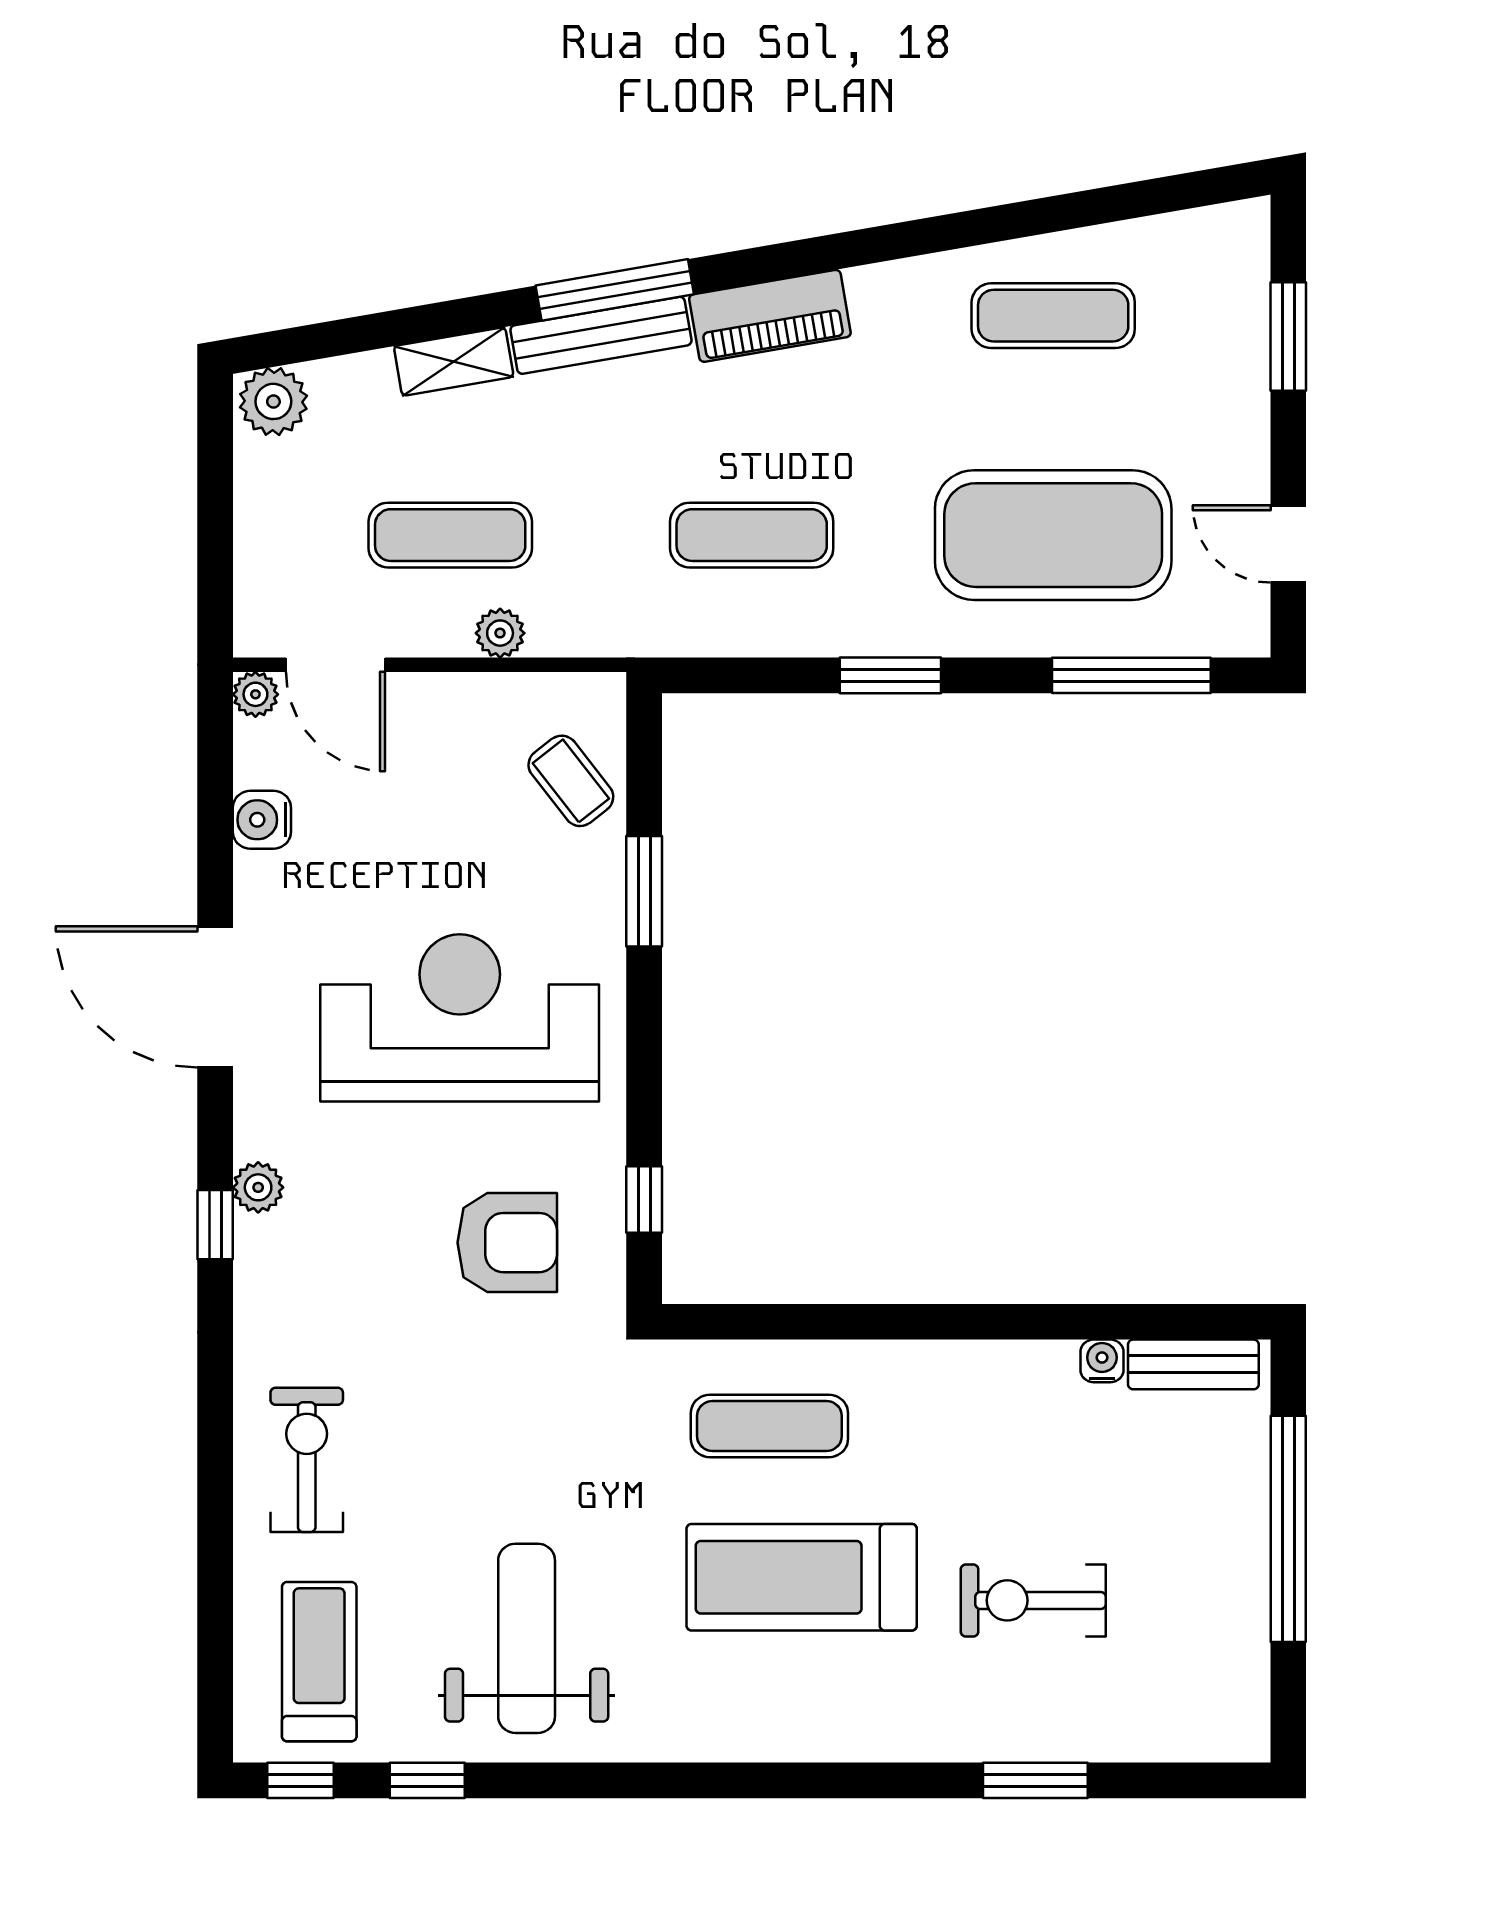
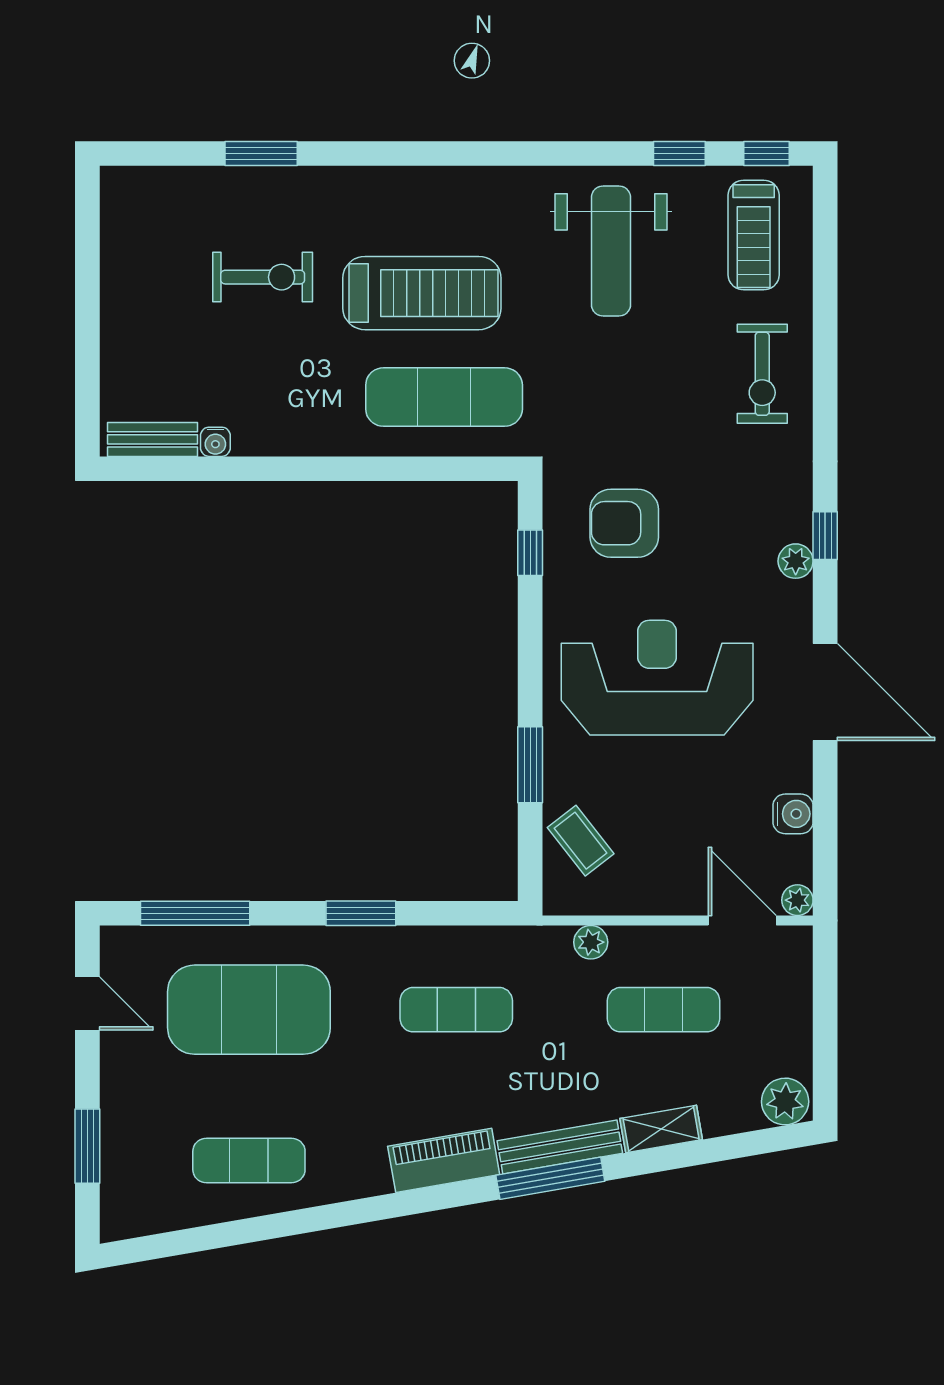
plant: (500, 633) -> (591, 942), moved
reception desk: (460, 1018) -> (657, 678), turned 180
exercise mat: (769, 1426) -> (444, 397), width x1.36, depth x1.45
window: (1288, 1529) -> (87, 326), removed

